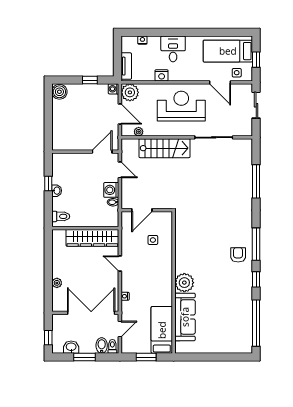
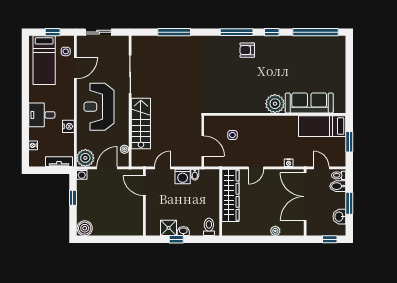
shower: (60, 176) -> (169, 228), added

